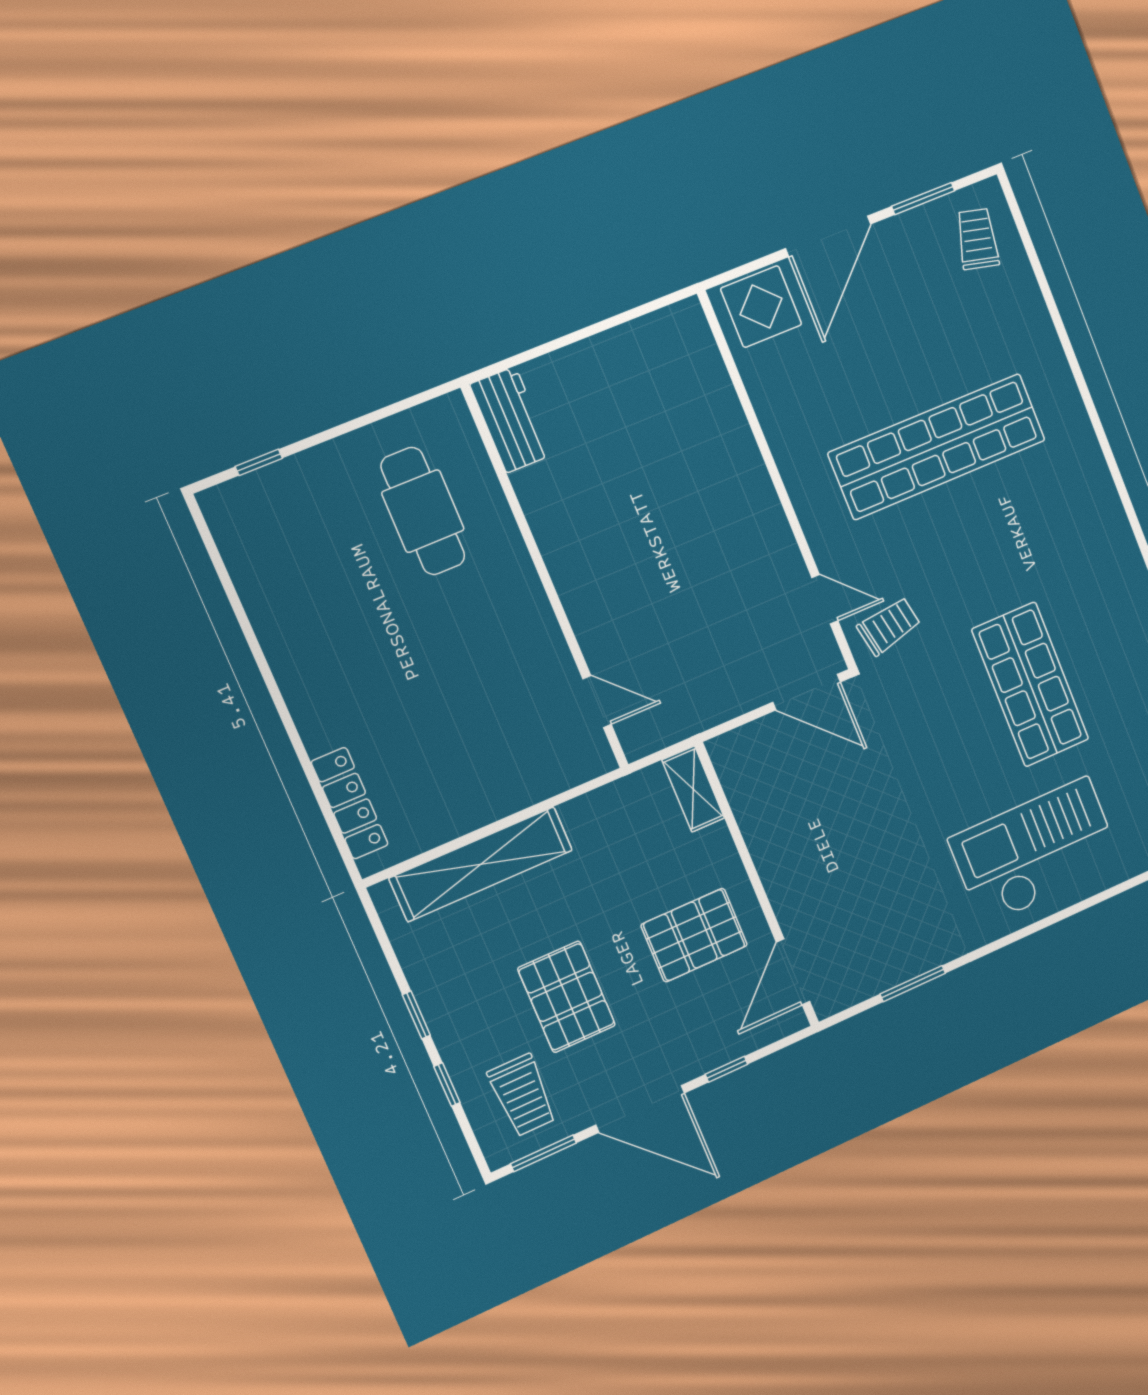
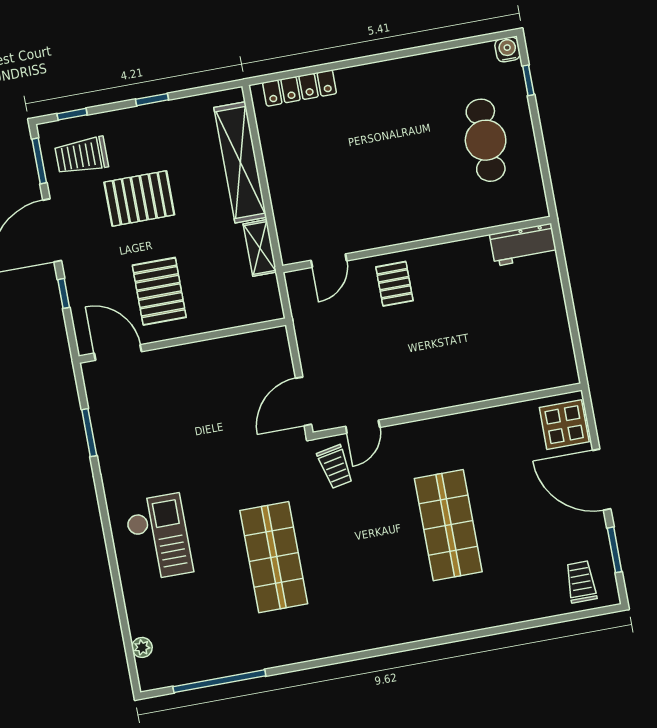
trolley: (977, 239) -> (581, 582), turned -103
shop shelf: (937, 447) -> (448, 525), width x0.71
water cooler: (218, 504) -> (508, 49), added
cafe table: (423, 511) -> (486, 140), moved, turned 90
pallet: (610, 598) -> (394, 284), added
shop shelf: (1030, 684) -> (274, 557), turned 90
shelving: (693, 789) -> (260, 248), moved, turned 90
checkout: (1035, 852) -> (159, 537), width x0.73, depth x0.83
window: (447, 1085) -> (72, 114), moved

